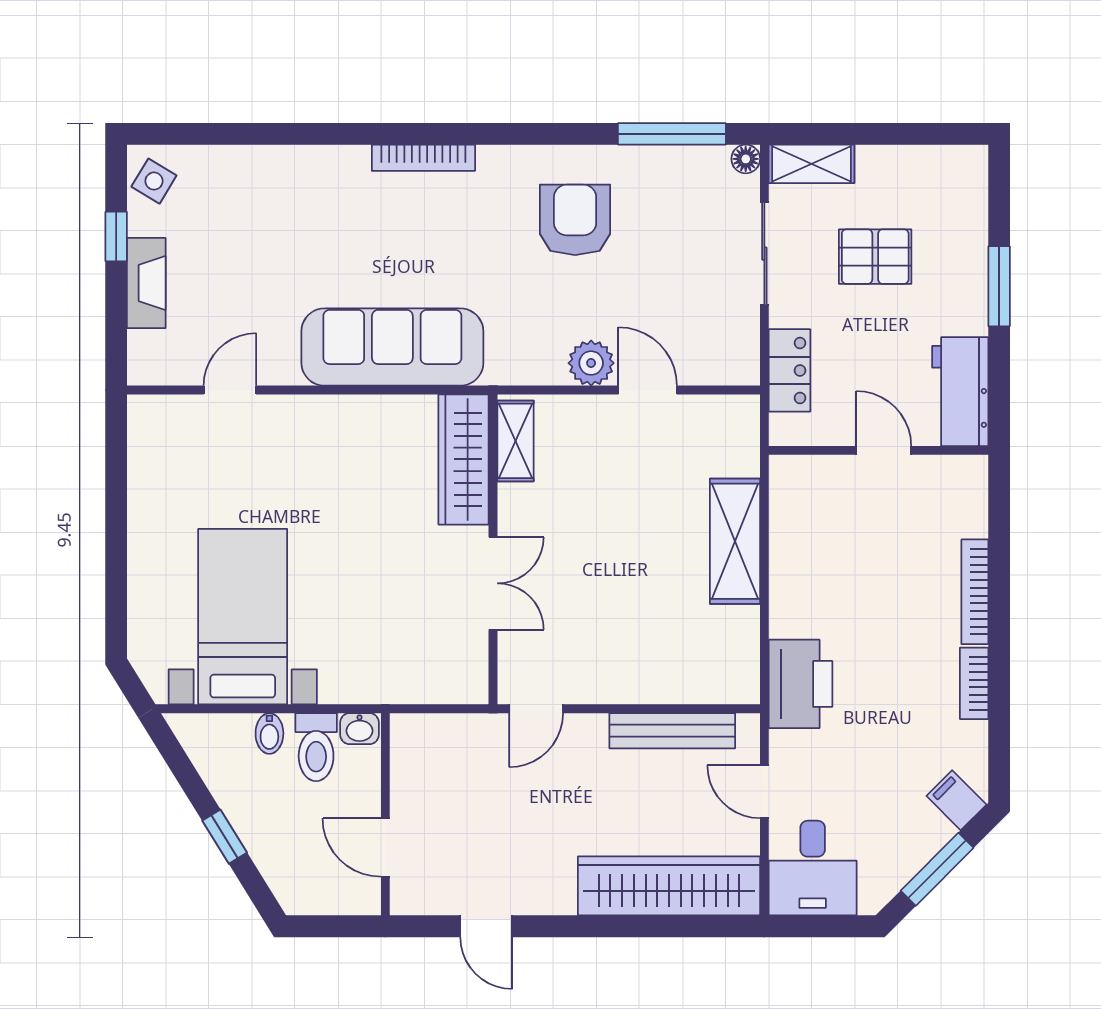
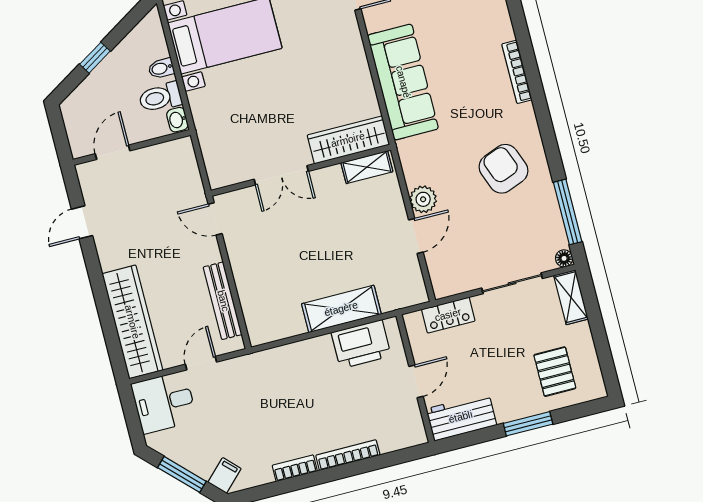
armchair: (575, 220) -> (503, 169), turned -111
pallet: (875, 257) -> (555, 372), moved
printer: (800, 684) -> (361, 344), moved

